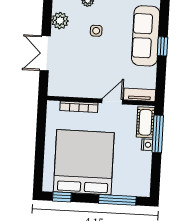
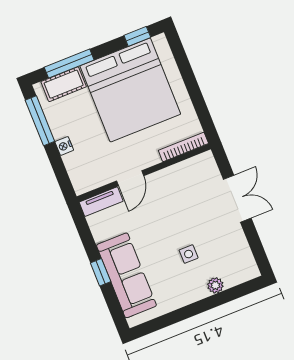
plant: (60, 21) -> (237, 246), removed
bookcase: (79, 107) -> (183, 147), moved
cot: (145, 122) -> (64, 84), moved, turned 90
window: (158, 134) -> (40, 121), moved

